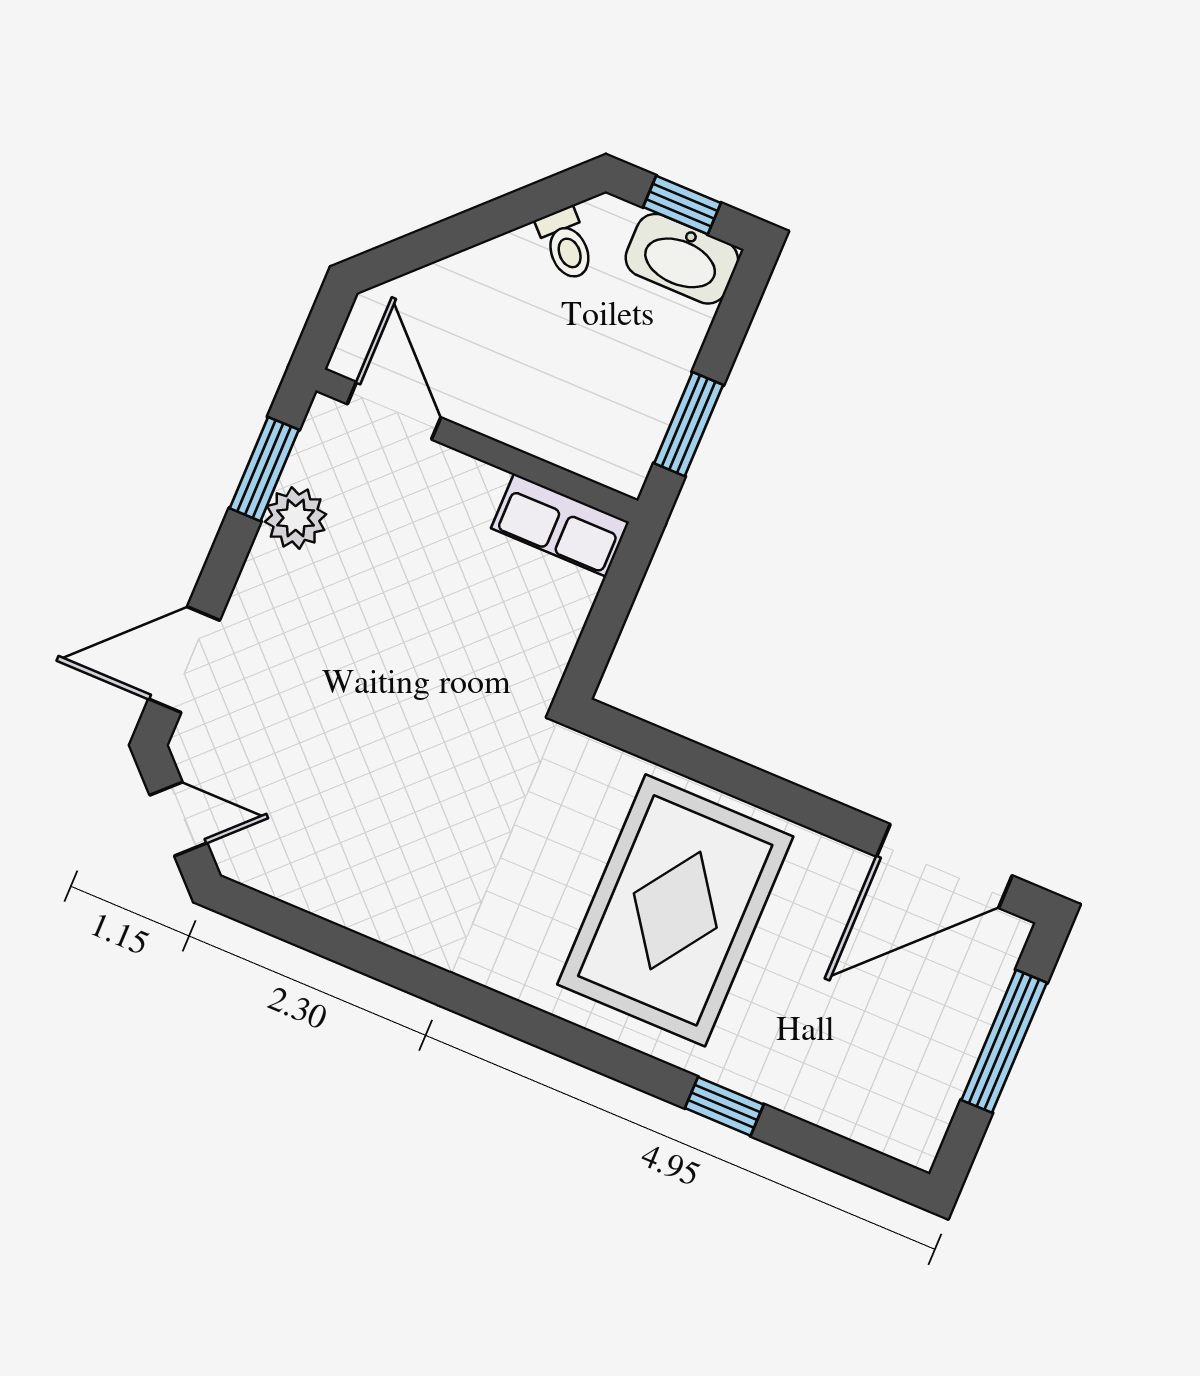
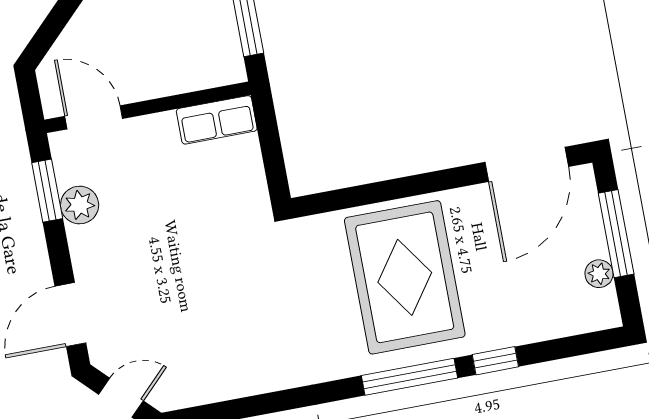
window: (592, 1051) -> (409, 377), added
plant: (945, 1081) -> (599, 274), added

